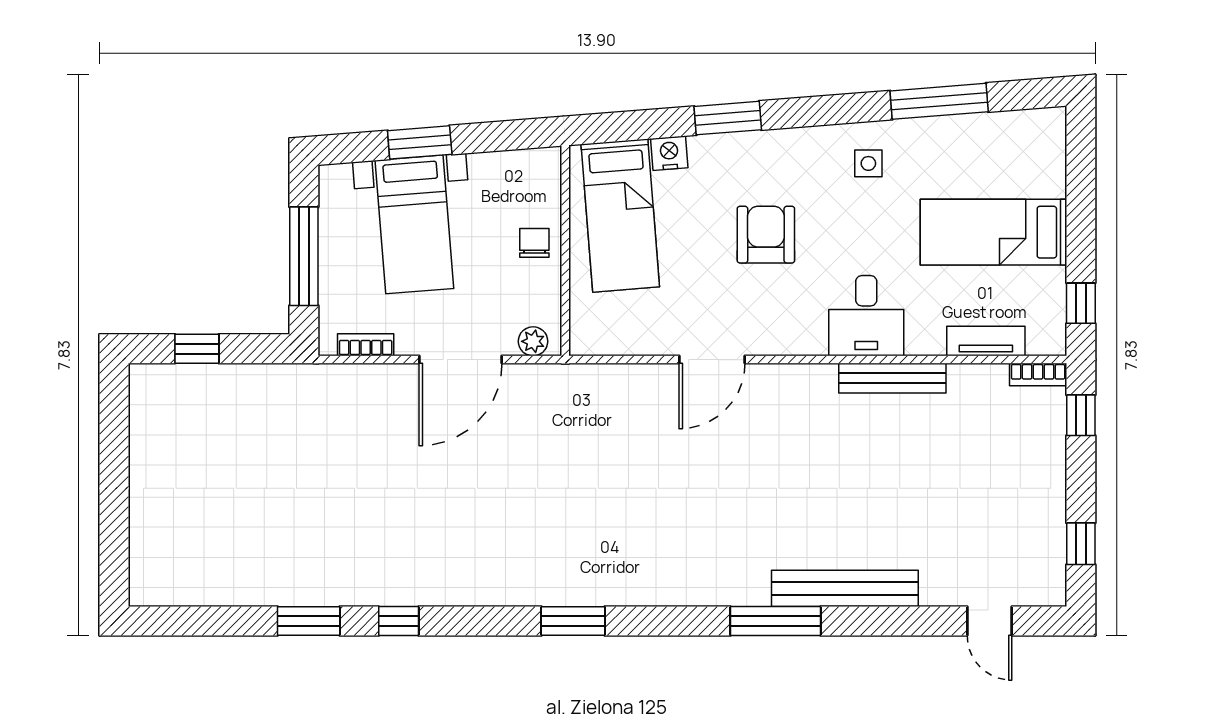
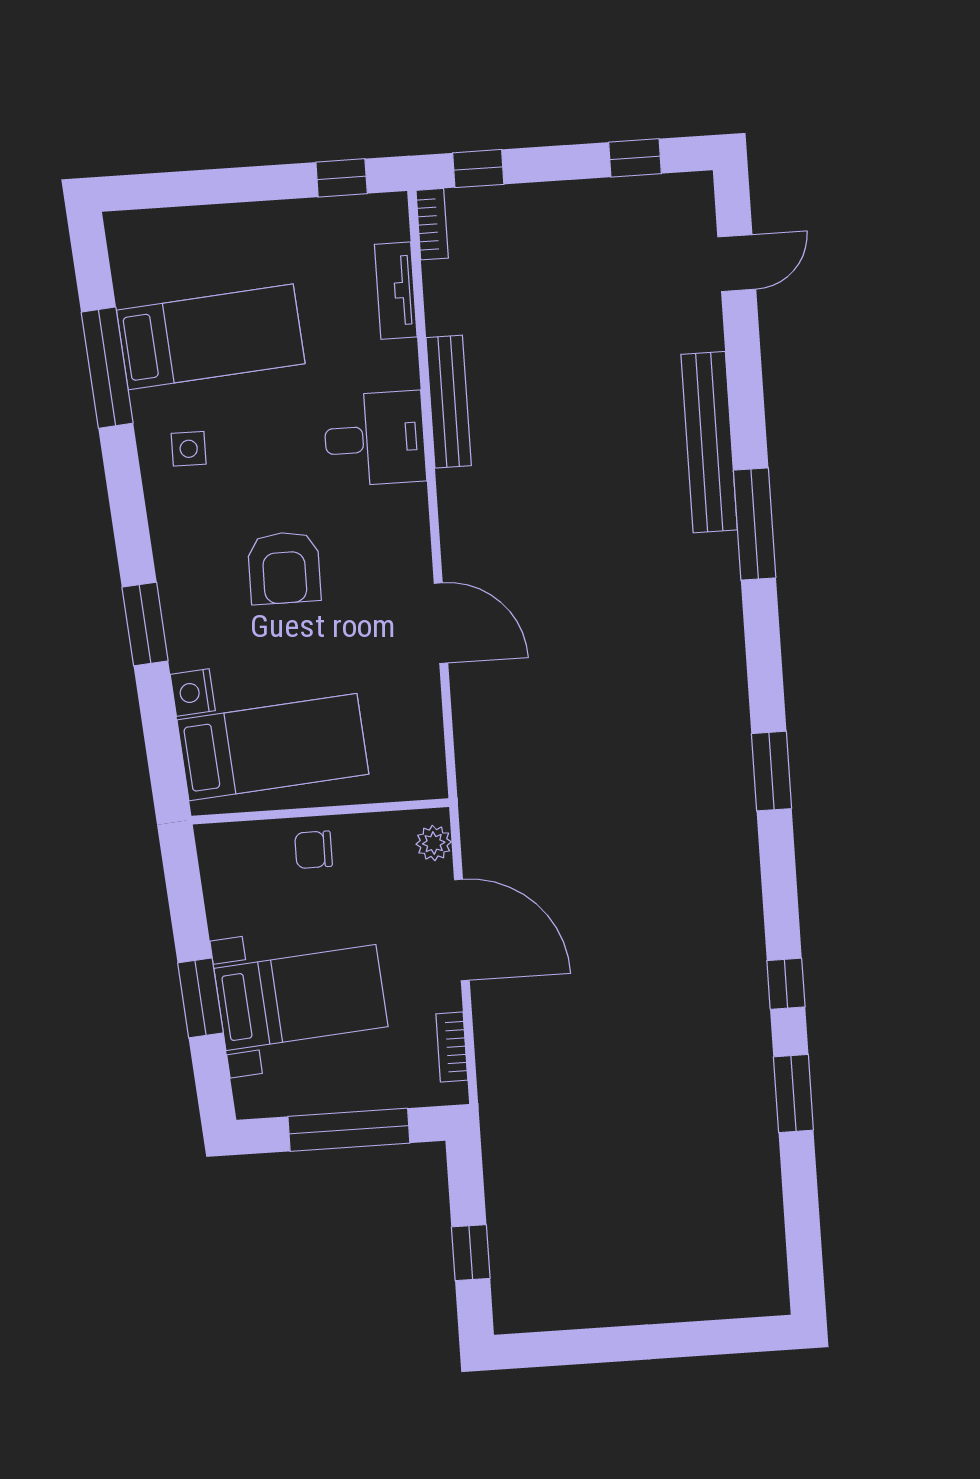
bed: (993, 232) -> (211, 337), moved, turned -95
armchair: (766, 235) -> (284, 568), turned -90

